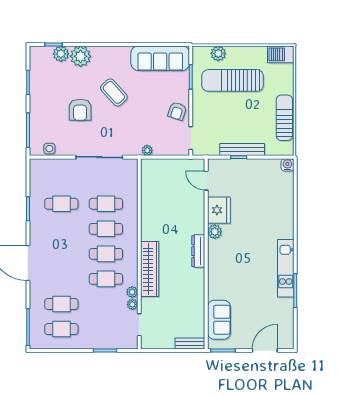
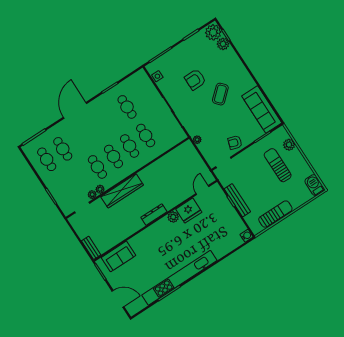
plant: (81, 56) -> (213, 32), moved
sun lounger: (233, 80) -> (278, 165), width x0.73, depth x0.75
kitchen unit: (286, 268) -> (179, 278), width x1.86

